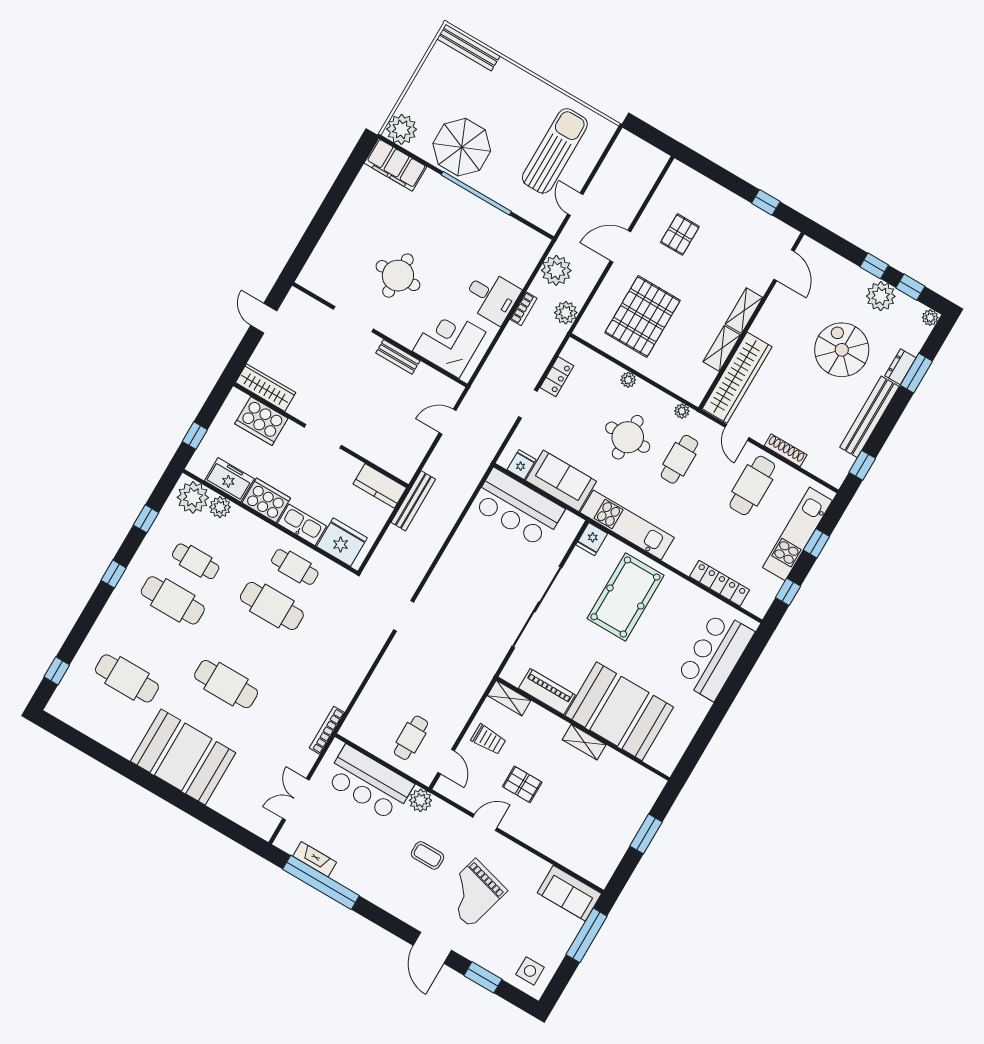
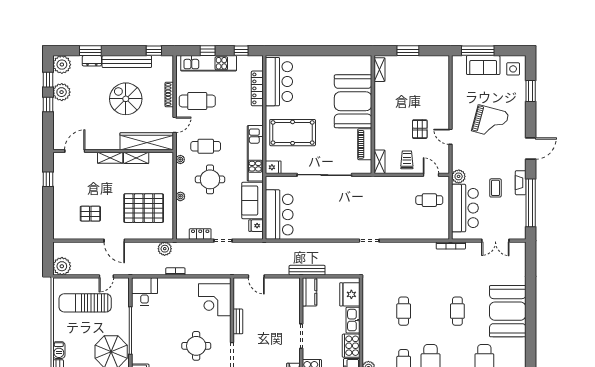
barbecue: (509, 73) -> (59, 350), added
plant: (556, 270) -> (62, 266), moved
desk: (492, 297) -> (144, 292), moved
plant: (930, 318) -> (62, 65), width x1.87, depth x1.87
spiral stairs: (842, 350) -> (126, 99), moved, turned 90
cafe table: (295, 567) -> (377, 311), removed
cafe table: (272, 606) -> (404, 311), width x0.73, depth x0.74
bar counter: (715, 656) -> (279, 82), moved, turned -90
cafe table: (226, 684) -> (457, 311), width x0.73, depth x0.74
shelving: (584, 742) -> (379, 70), moved
door: (446, 762) -> (431, 175), hinge flipped
coffee table: (427, 855) -> (495, 188), moved
fireplace: (315, 859) -> (521, 183), moved
sofa: (569, 893) -> (483, 65), moved, turned 90
door: (432, 948) -> (531, 149), moved

